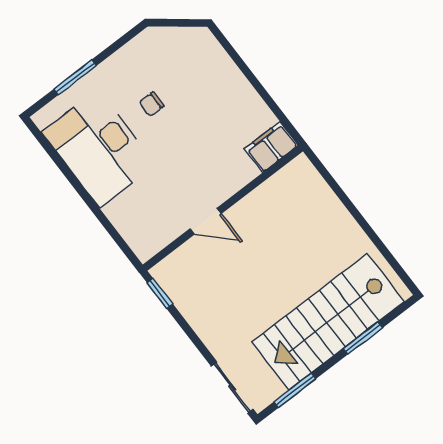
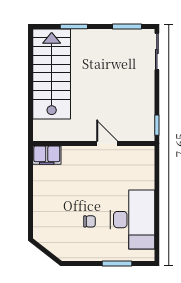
stairs: (328, 322) -> (52, 74), moved, turned -90

